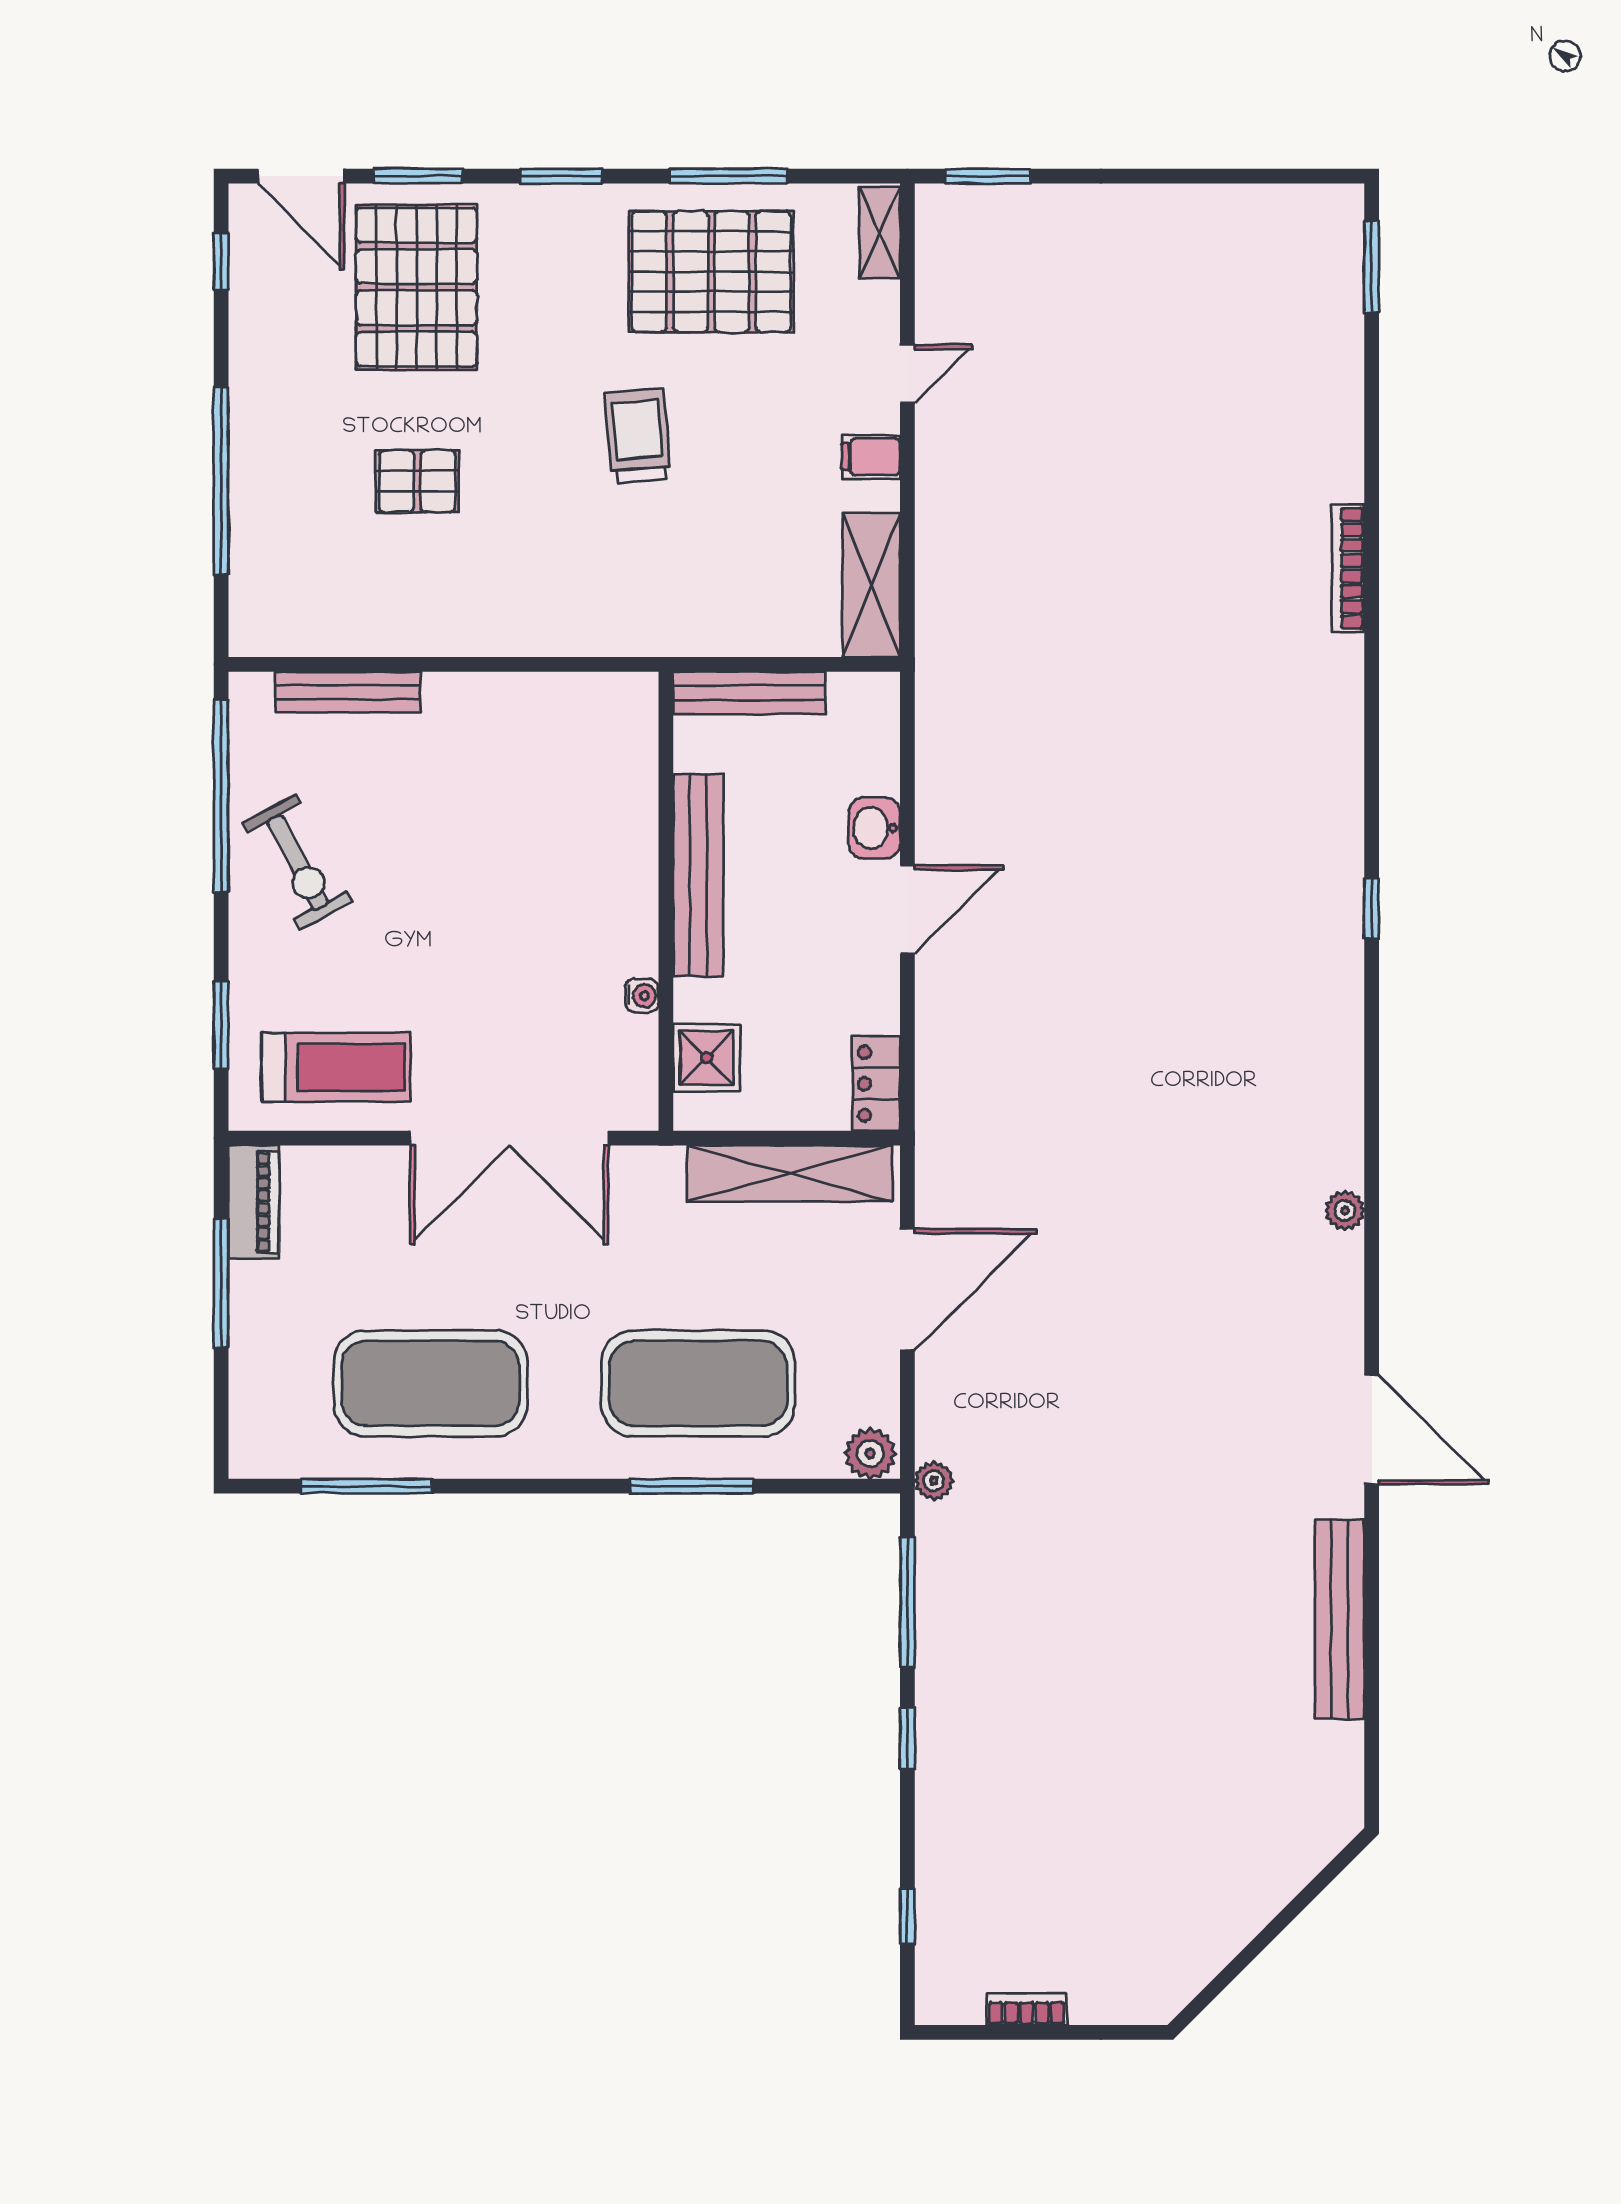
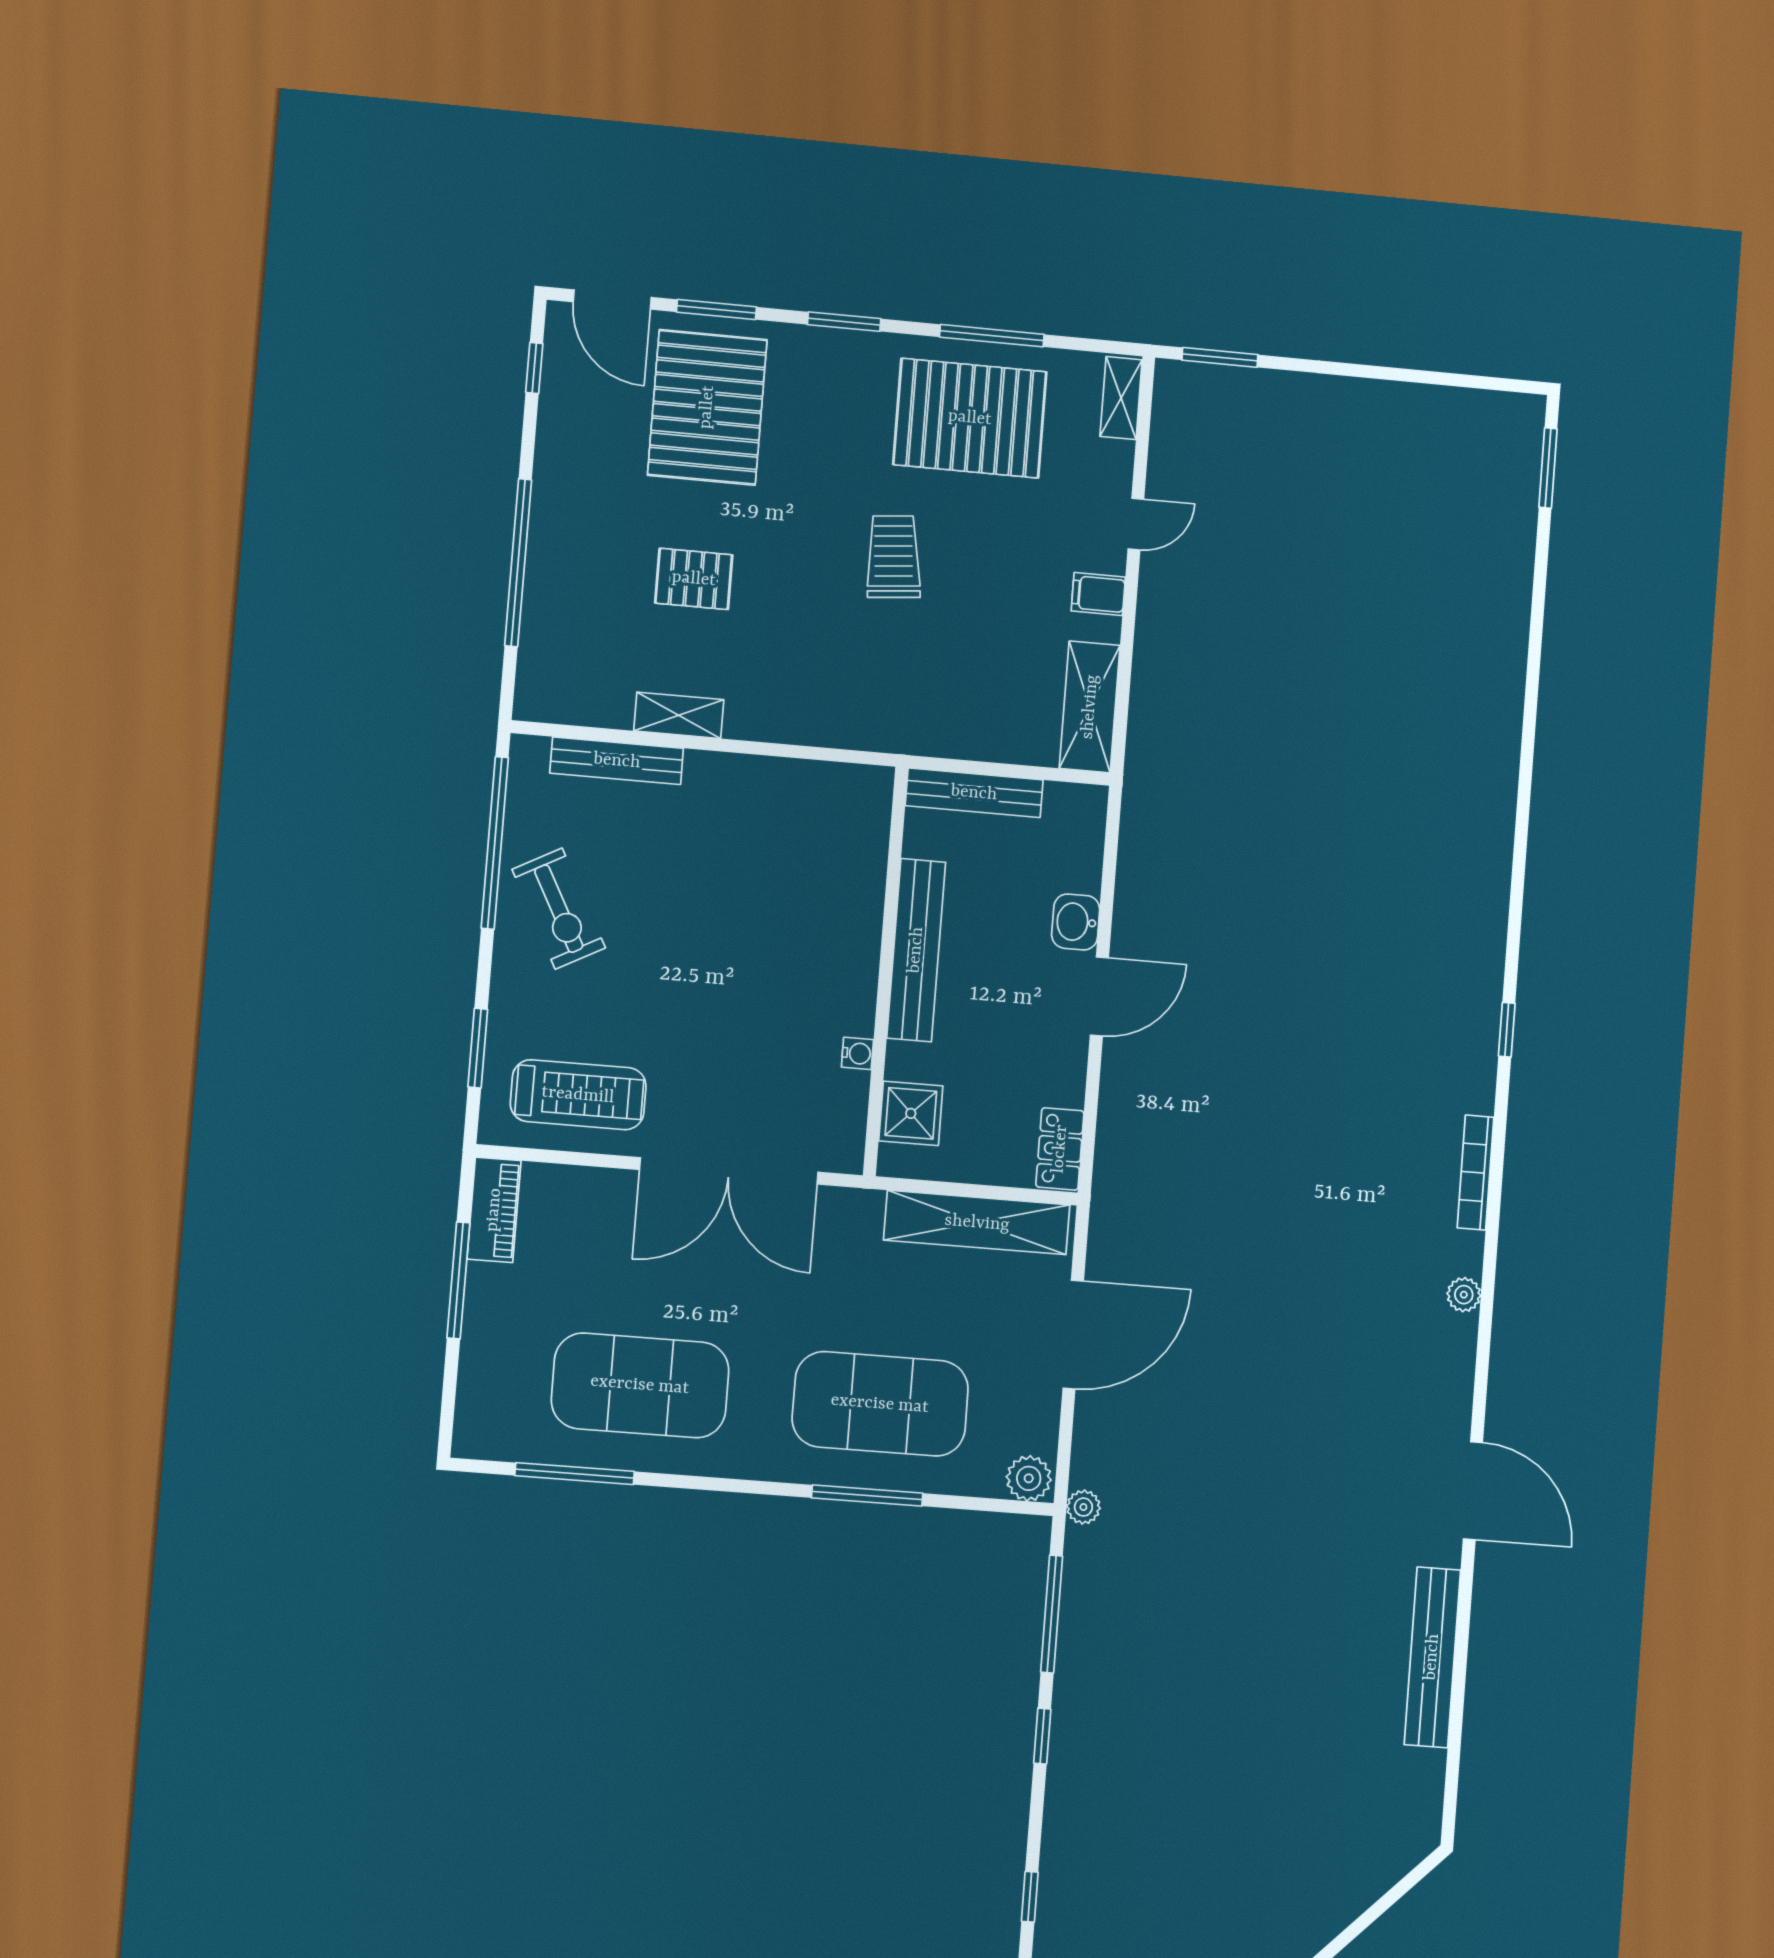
bookcase: (1348, 568) -> (1476, 1172), moved
shelving: (413, 635) -> (679, 715), added

